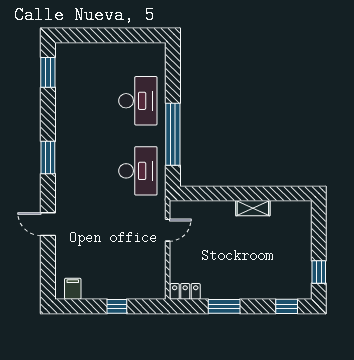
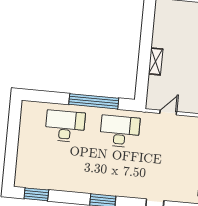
shelving: (253, 208) -> (156, 61), moved
door: (168, 230) -> (168, 112), hinge flipped

